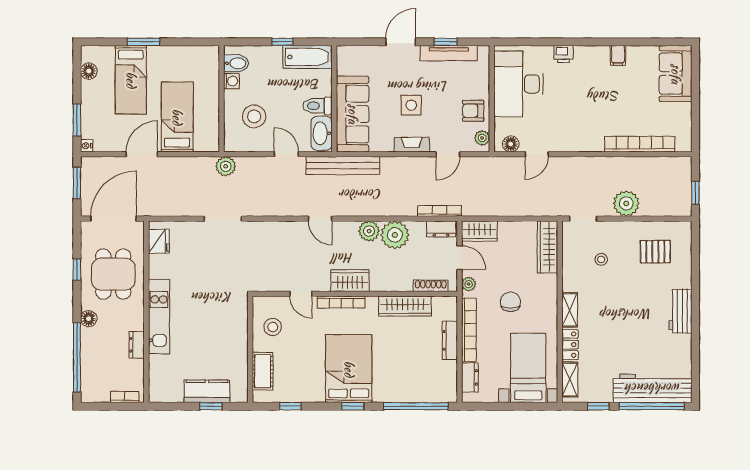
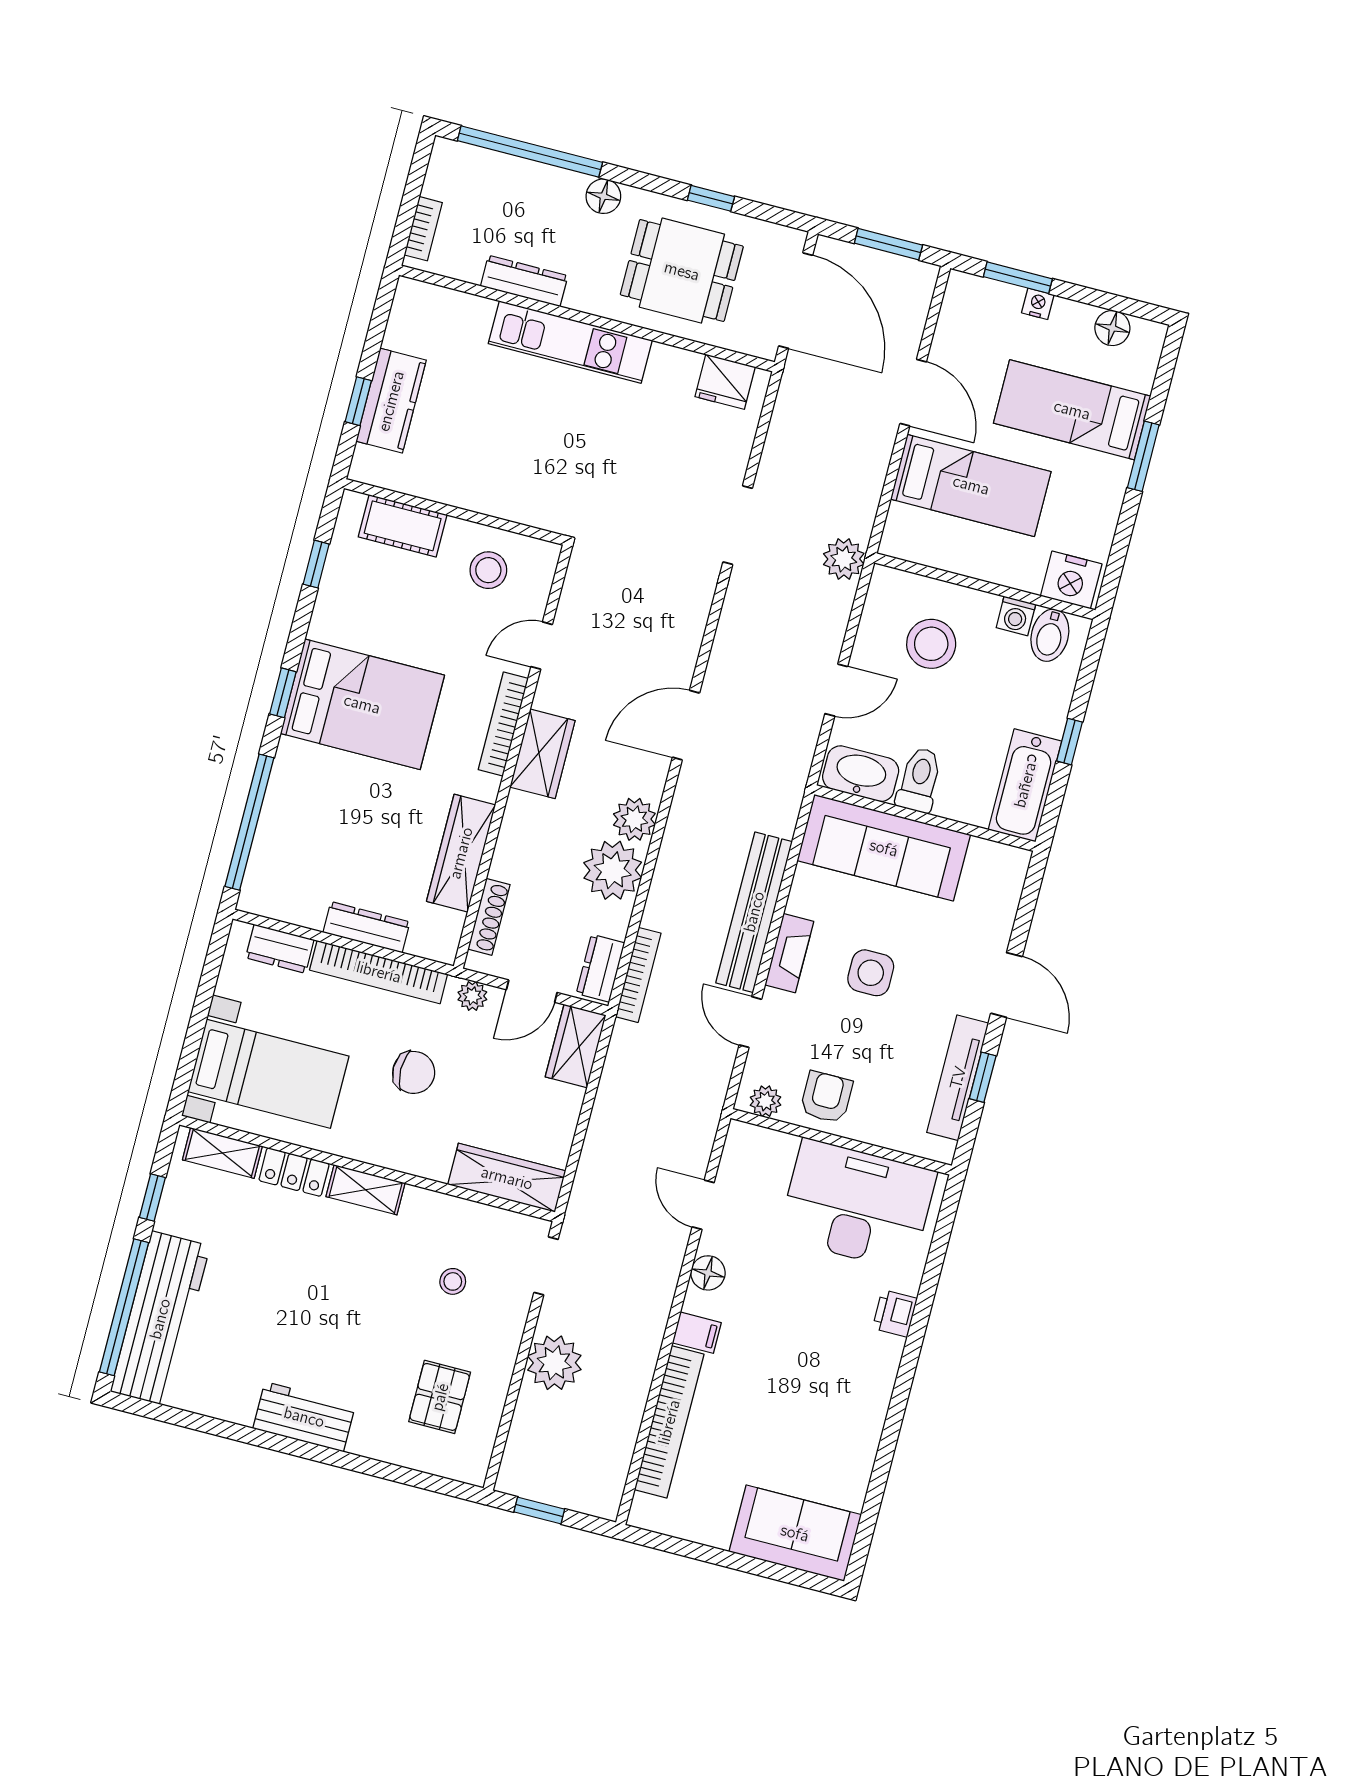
filing cabinet: (618, 55) -> (697, 1333), moved, turned 180
nightstand: (208, 60) -> (1071, 580), added
floor lamp: (511, 144) -> (708, 1273), moved
nightstand: (87, 146) -> (1038, 304), moved
bench: (343, 165) -> (754, 912), moved
door: (320, 219) -> (686, 725), width x1.38
dresser: (137, 345) -> (524, 281), width x1.44

